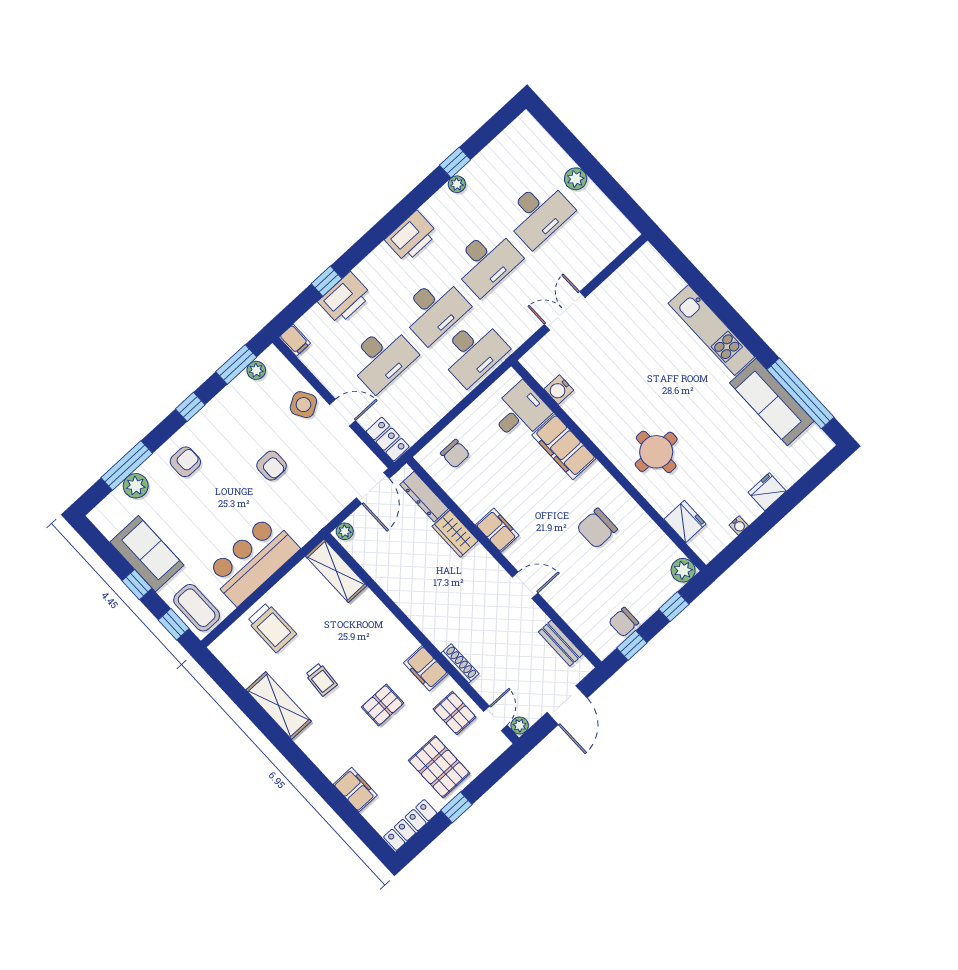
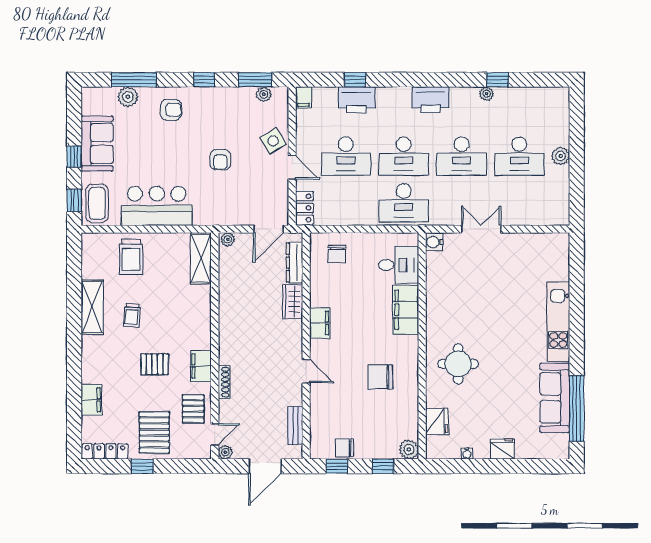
water cooler: (559, 390) -> (434, 242), moved

